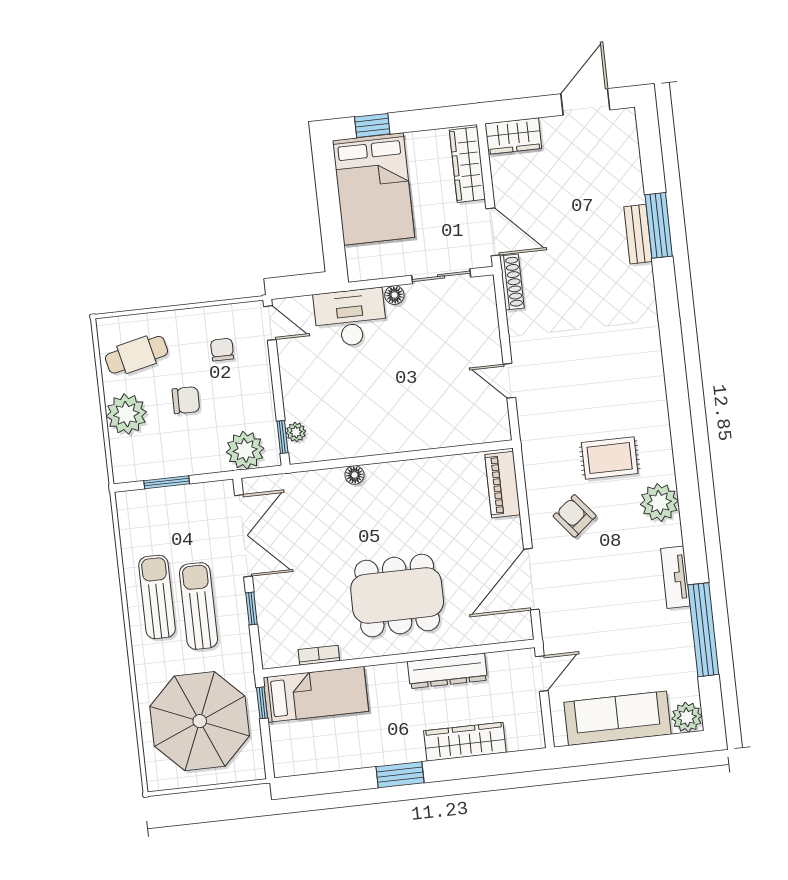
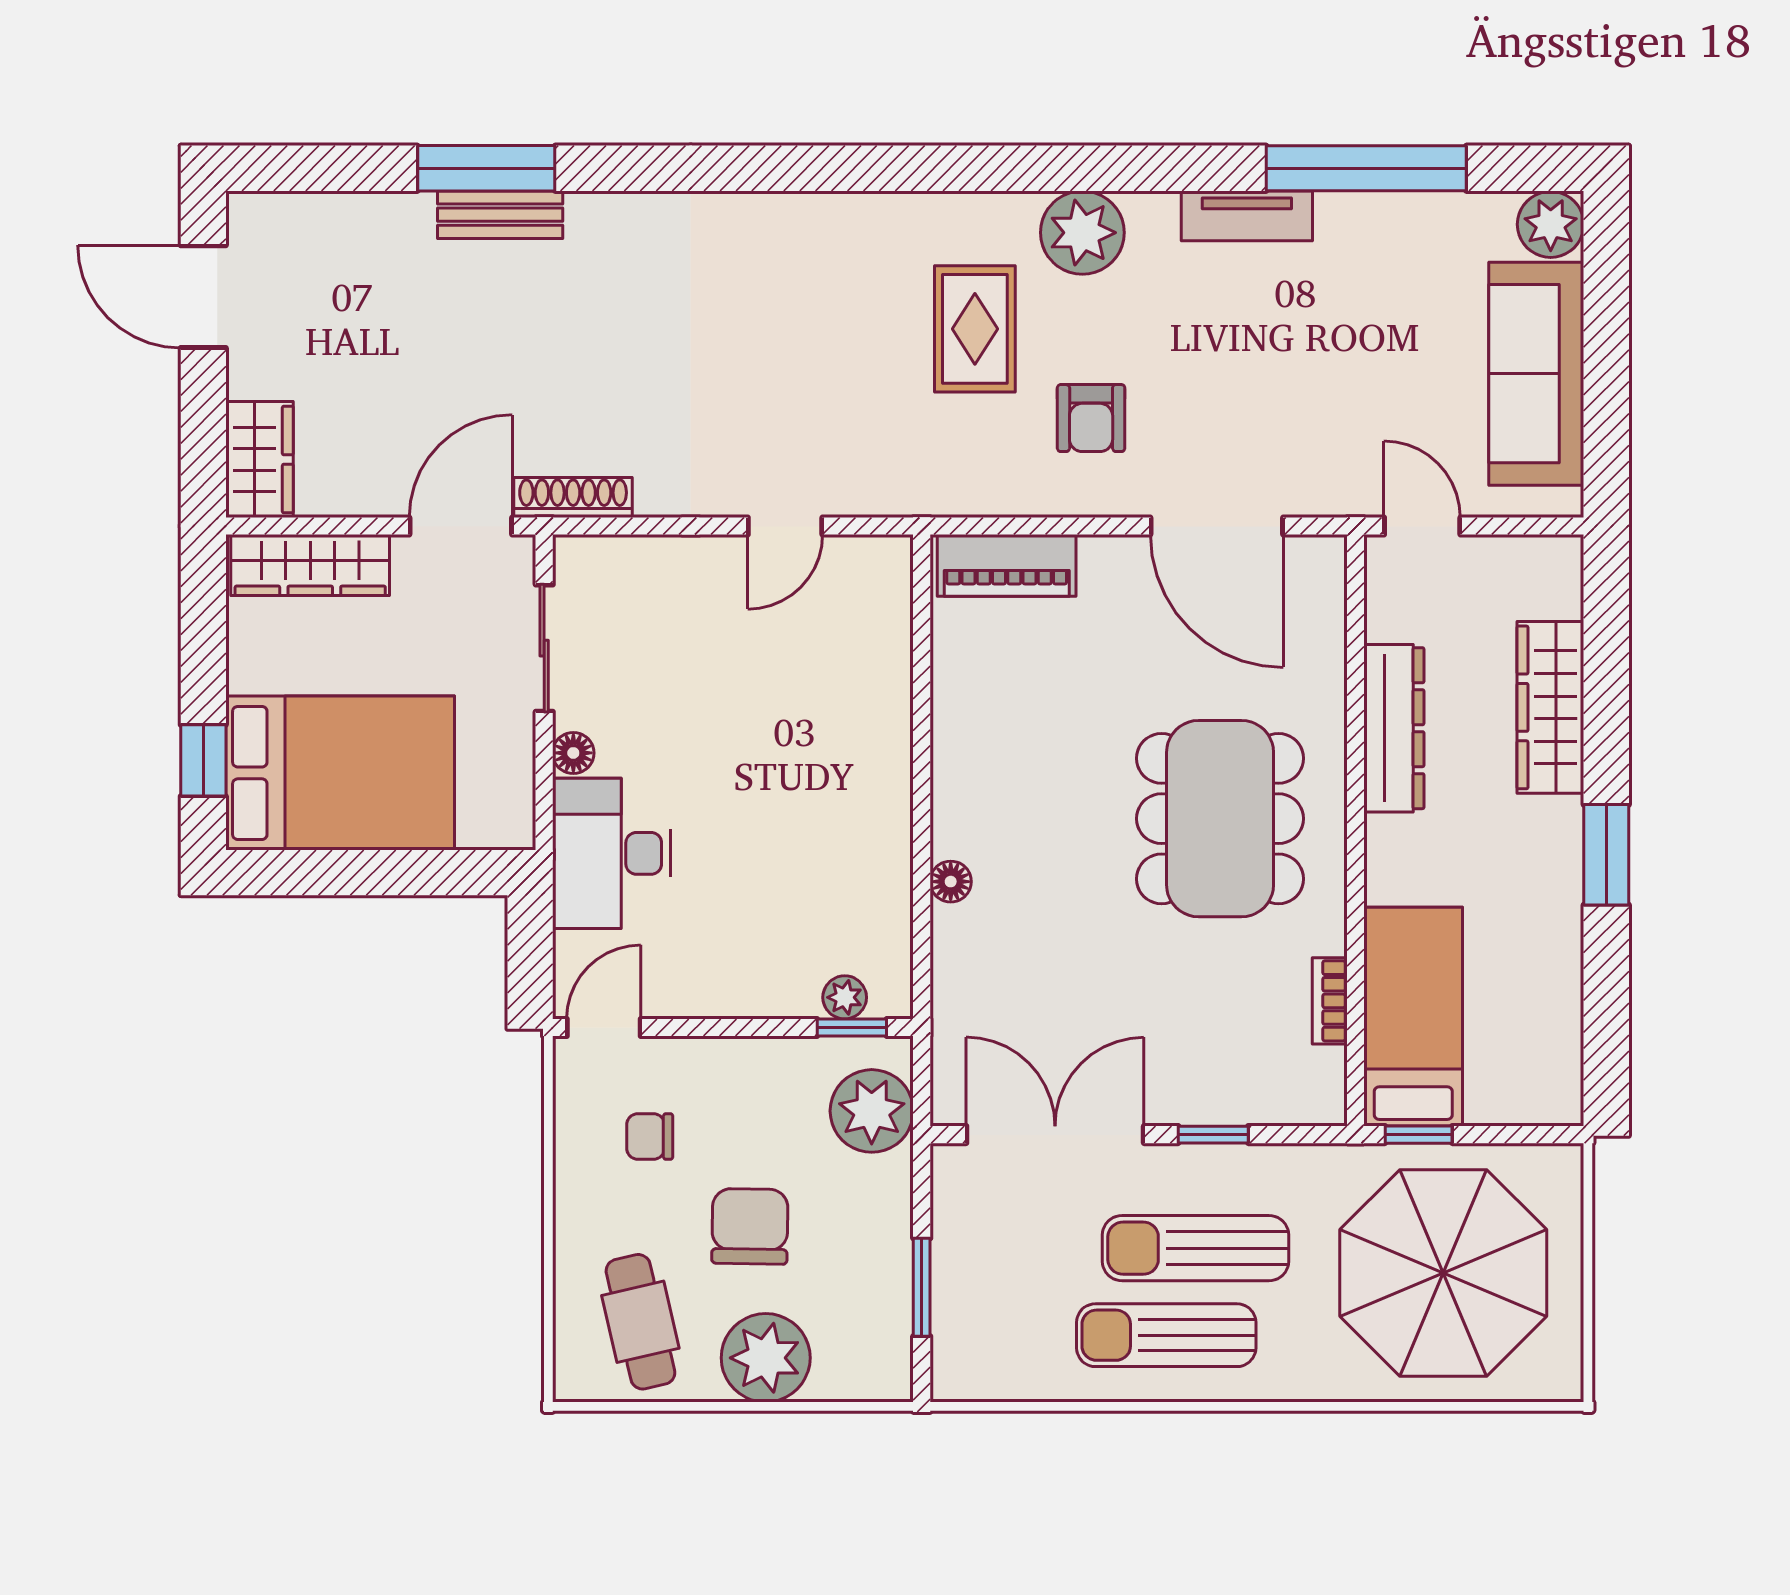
chair: (186, 400) -> (750, 1226), width x1.37, depth x1.37
armchair: (575, 516) -> (1091, 418), turned -51

